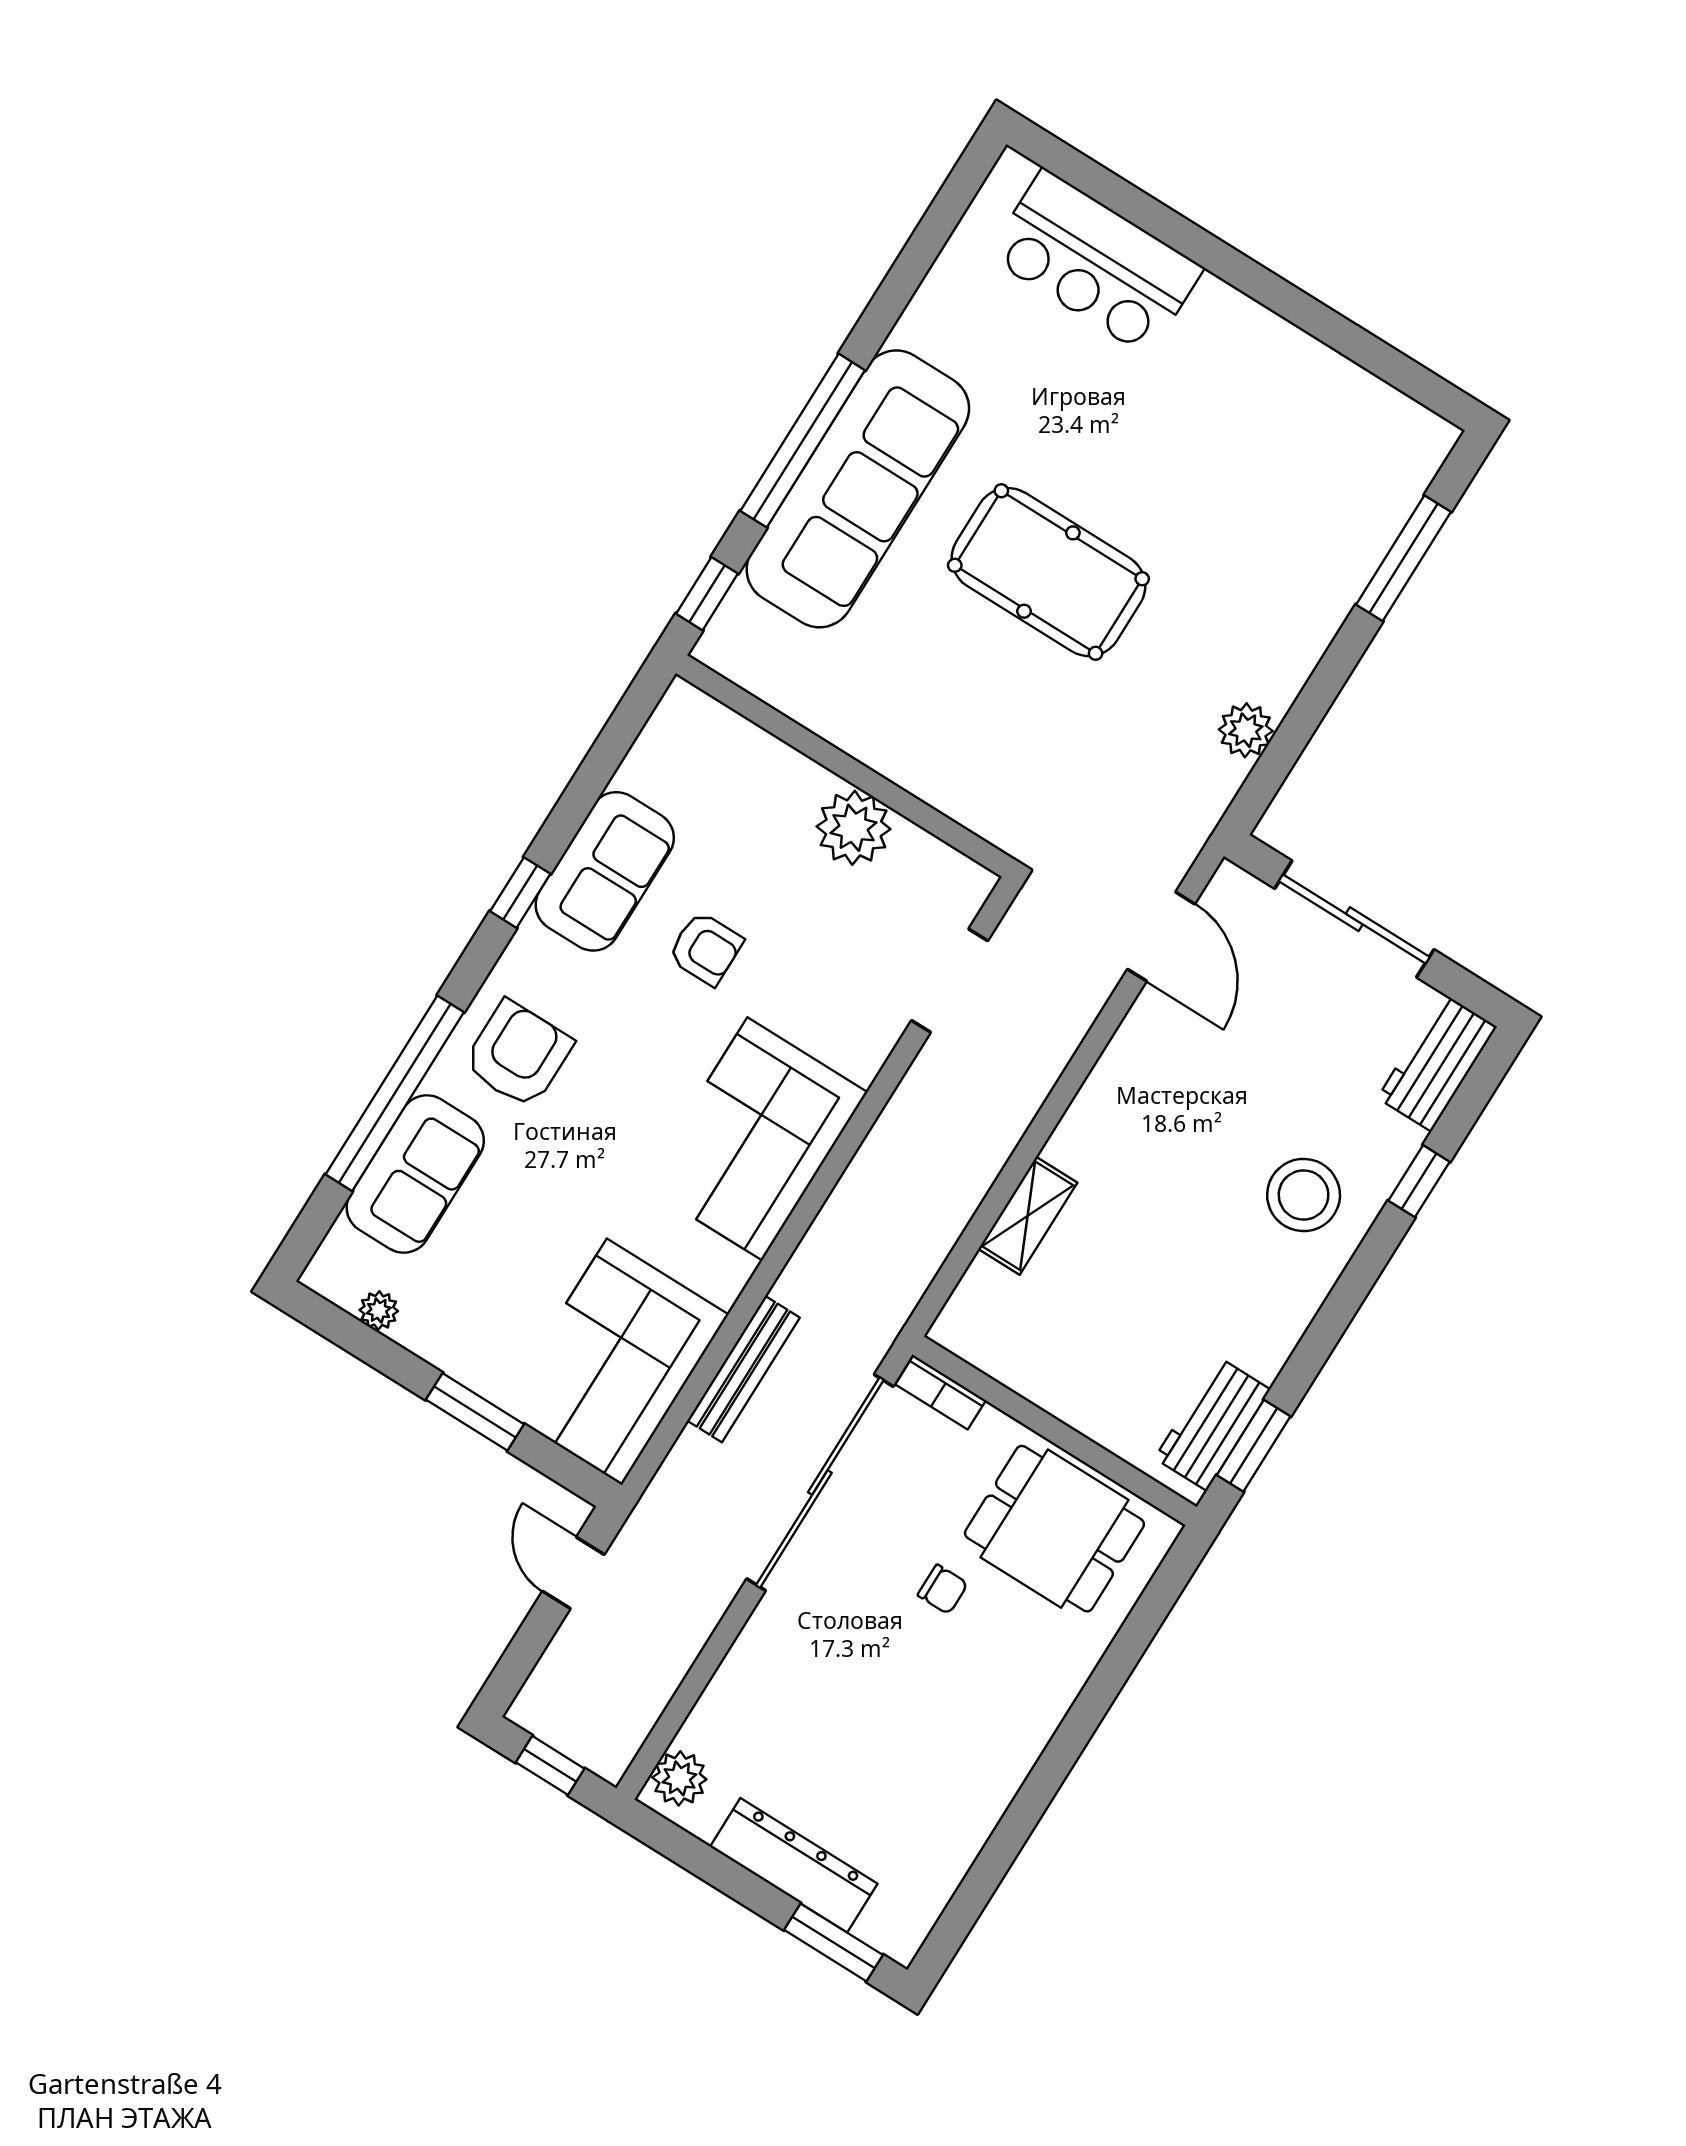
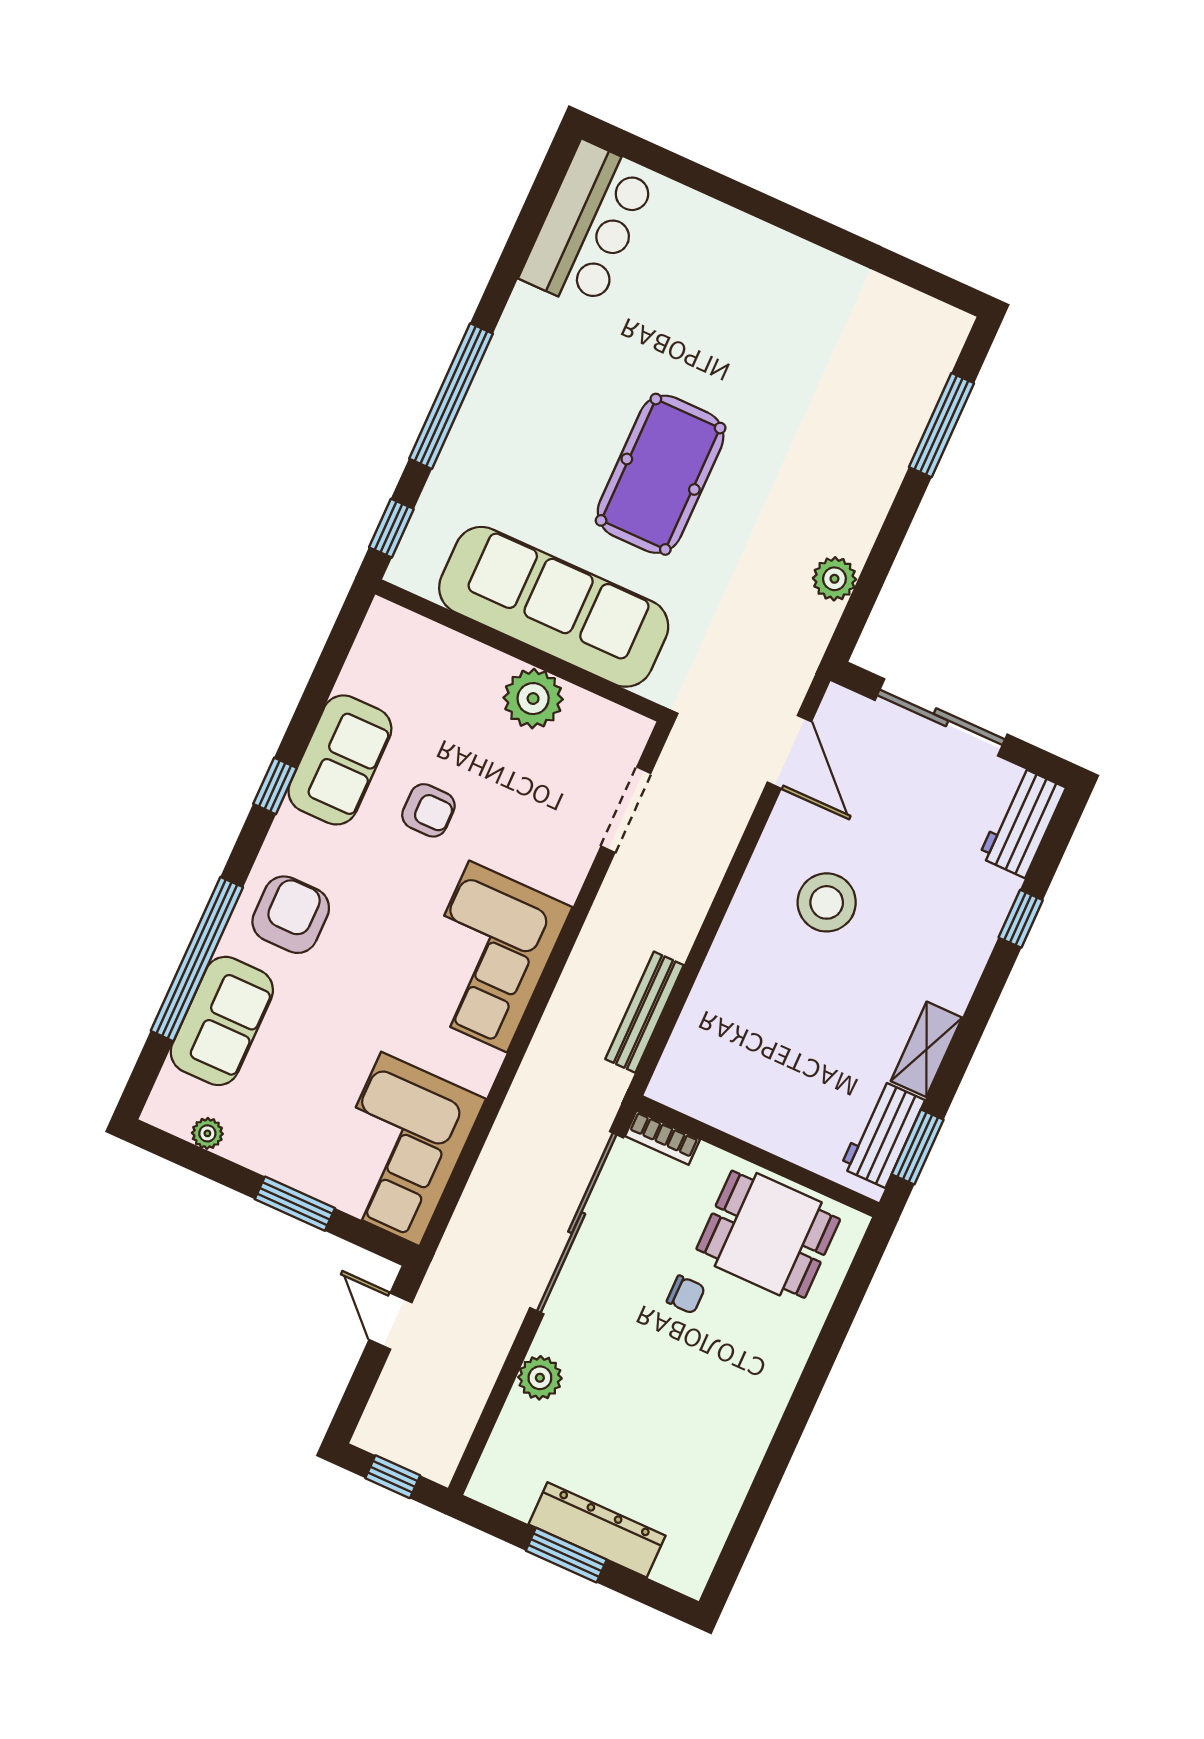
bar counter: (1096, 262) -> (588, 226), moved, turned -90
sofa: (858, 489) -> (554, 607), moved, turned -90
pool table: (1048, 572) -> (661, 474), turned 90
stool: (1304, 1195) -> (827, 902), moved
shelving: (1028, 1216) -> (926, 1049), moved
bench: (743, 1369) -> (645, 1012), moved
plant: (679, 1778) -> (540, 1378), moved
window: (833, 1942) -> (566, 1555), moved

